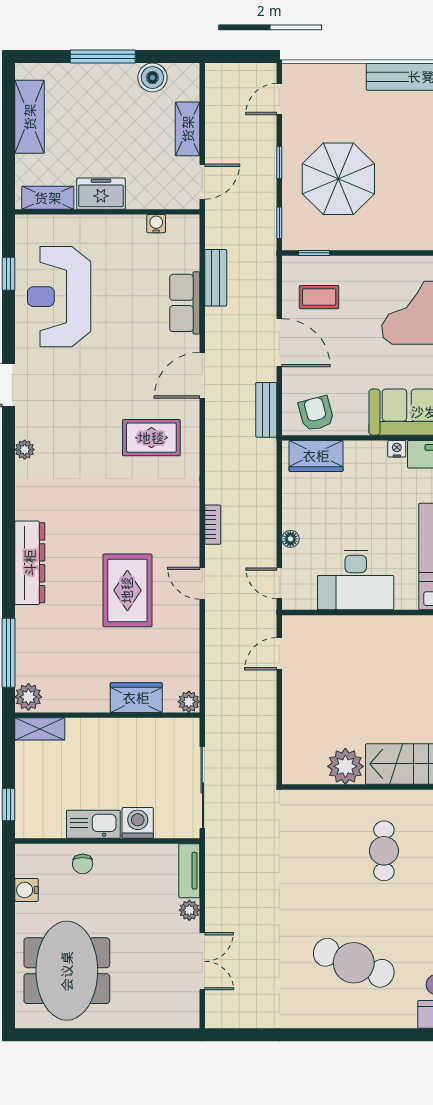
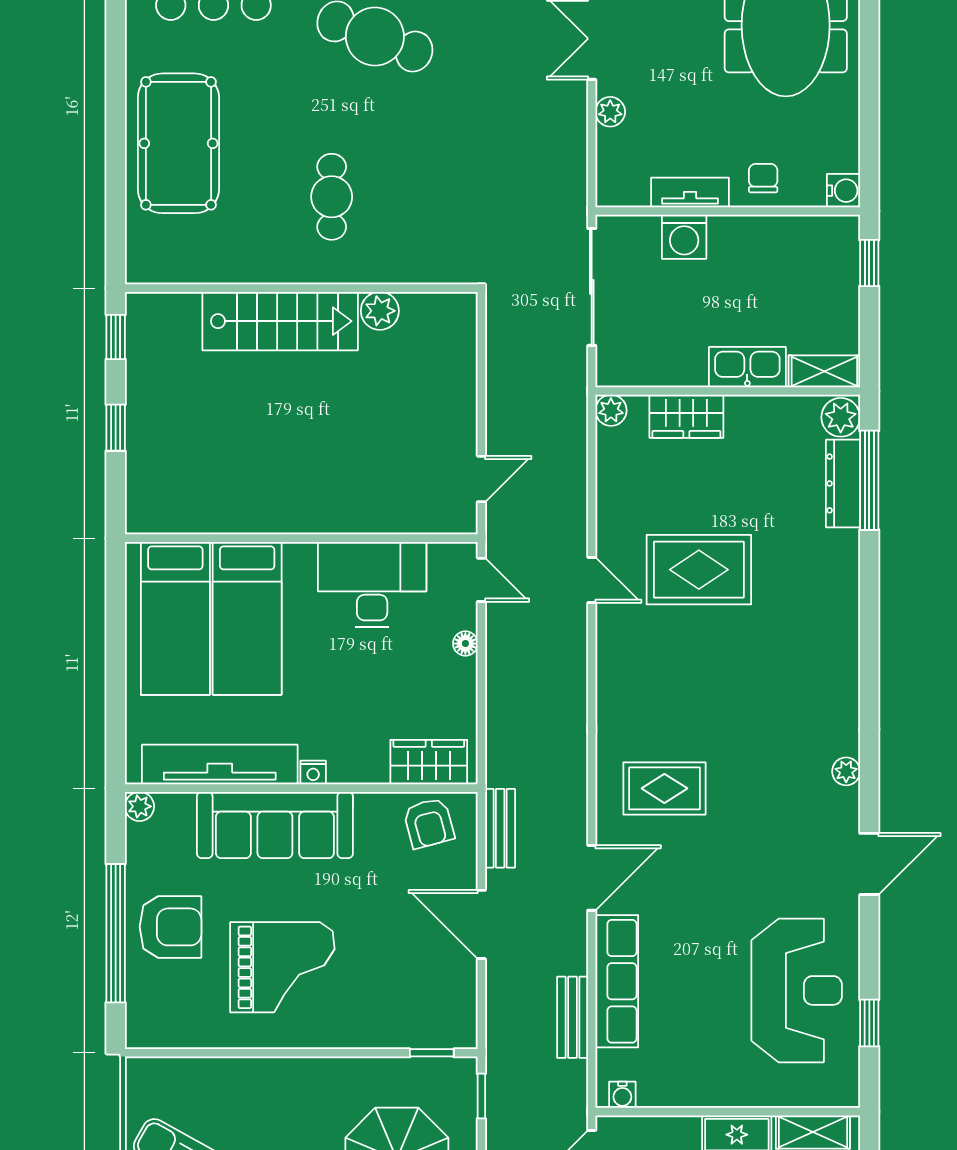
water cooler: (156, 224) -> (622, 1095), moved
coffee table: (319, 297) -> (424, 990), removed
row of seats: (185, 303) -> (617, 981), width x1.48
bookcase: (213, 525) -> (577, 664), removed
dresser: (30, 563) -> (843, 483), moved, width x0.73, depth x0.80
rug: (127, 590) -> (699, 570), turned 90
plant: (345, 766) -> (380, 311), width x0.73, depth x0.73
kitchen sink: (93, 824) -> (747, 367), moved, turned 180
tv unit: (189, 871) -> (690, 192), moved, turned -90
water cooler: (26, 890) -> (843, 191), moved

